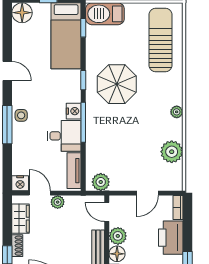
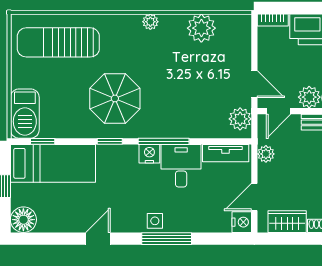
door: (148, 193) -> (254, 84), moved
plant: (58, 202) -> (266, 154), moved

